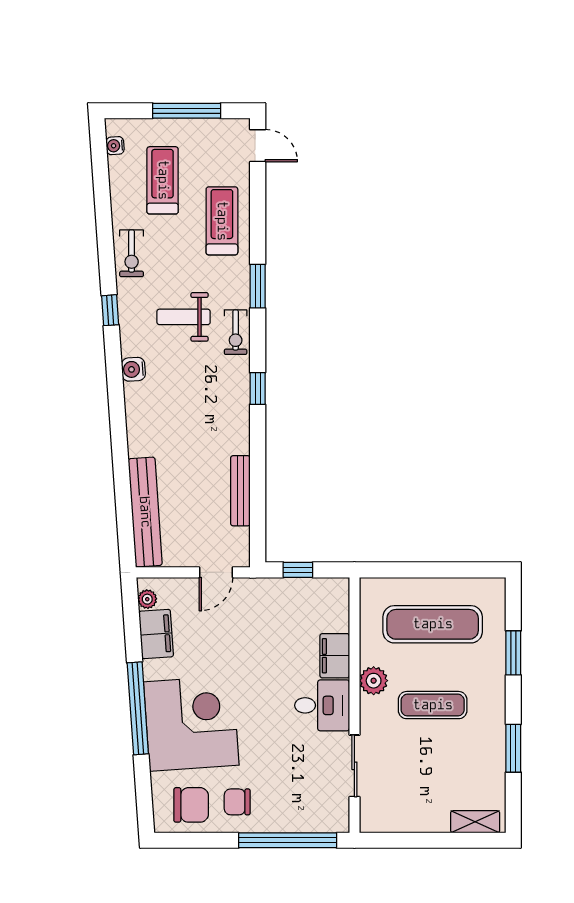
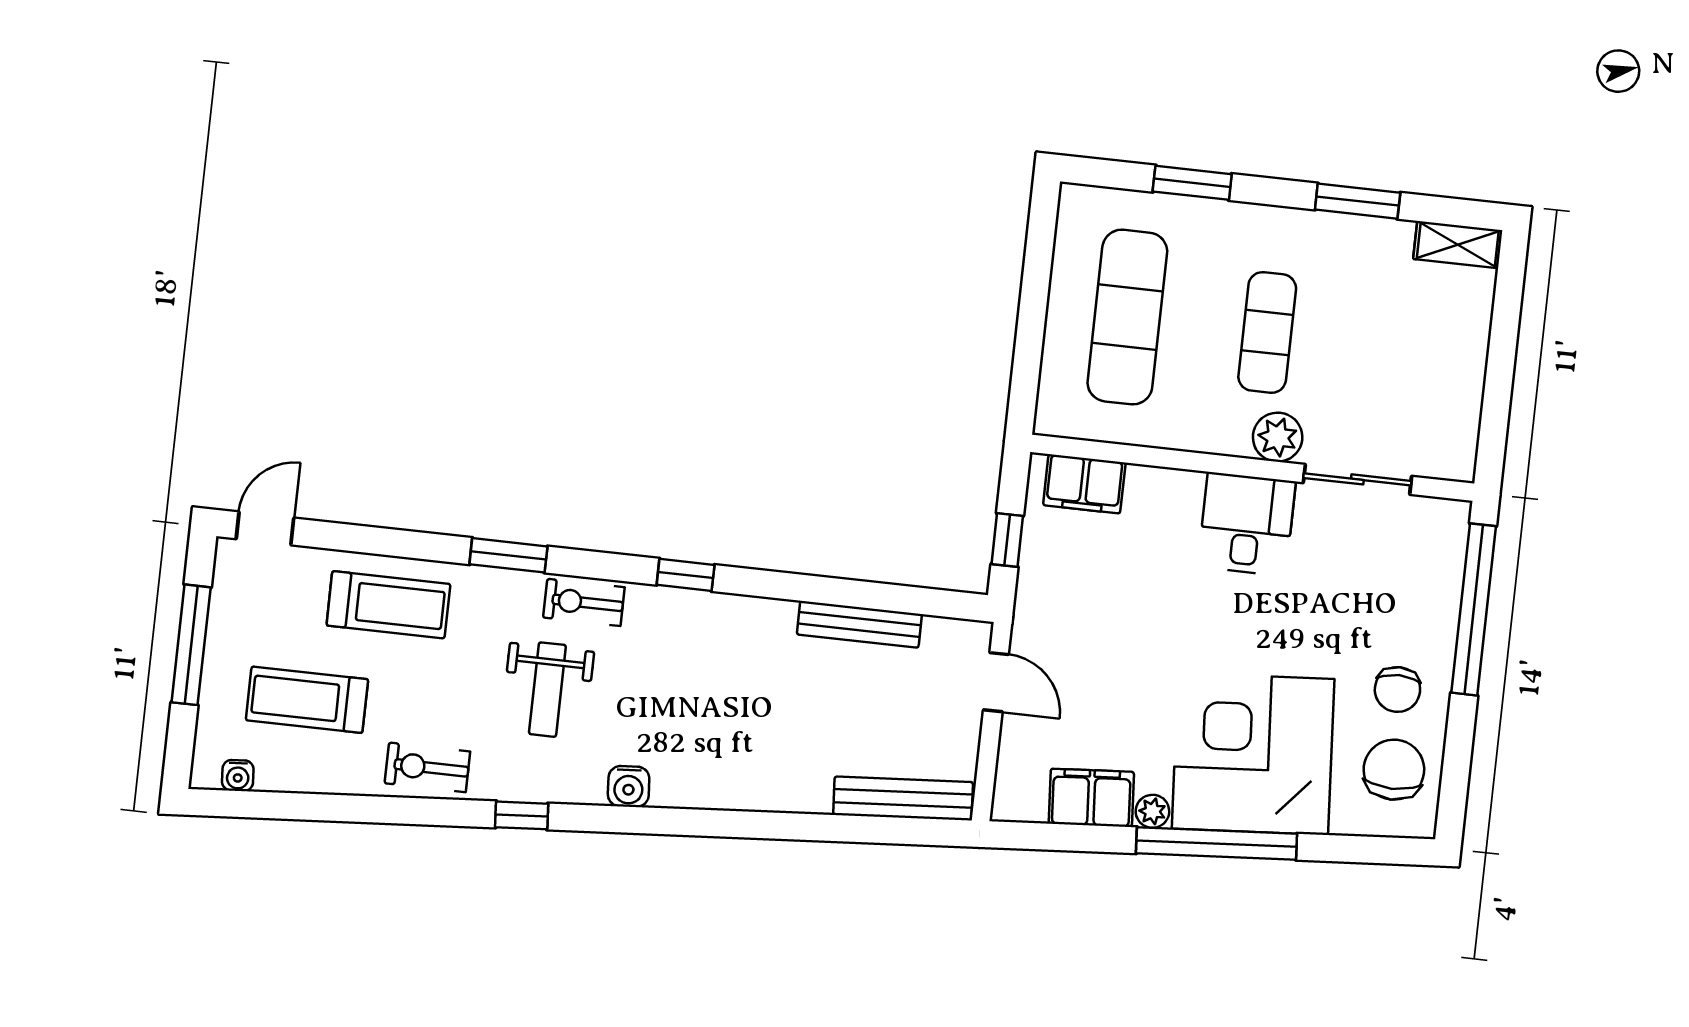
treadmill: (222, 221) -> (388, 605), turned 180
exercise bike: (132, 253) -> (427, 767), turned 180
exercise bike: (236, 332) -> (584, 602), turned 180
bench: (145, 512) -> (903, 798), width x0.73, depth x0.82
plant: (147, 599) -> (1152, 811), moved
filing cabinet: (335, 656) -> (1084, 484), moved
plant: (374, 681) -> (1278, 437), moved
shelving: (475, 822) -> (1458, 245), moved, turned 90

